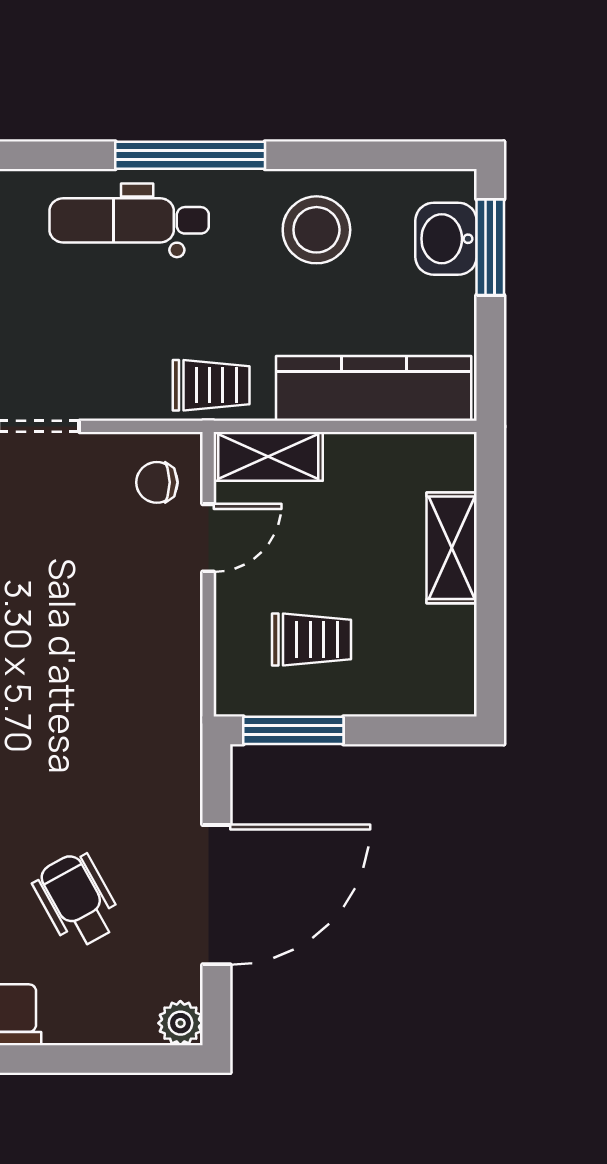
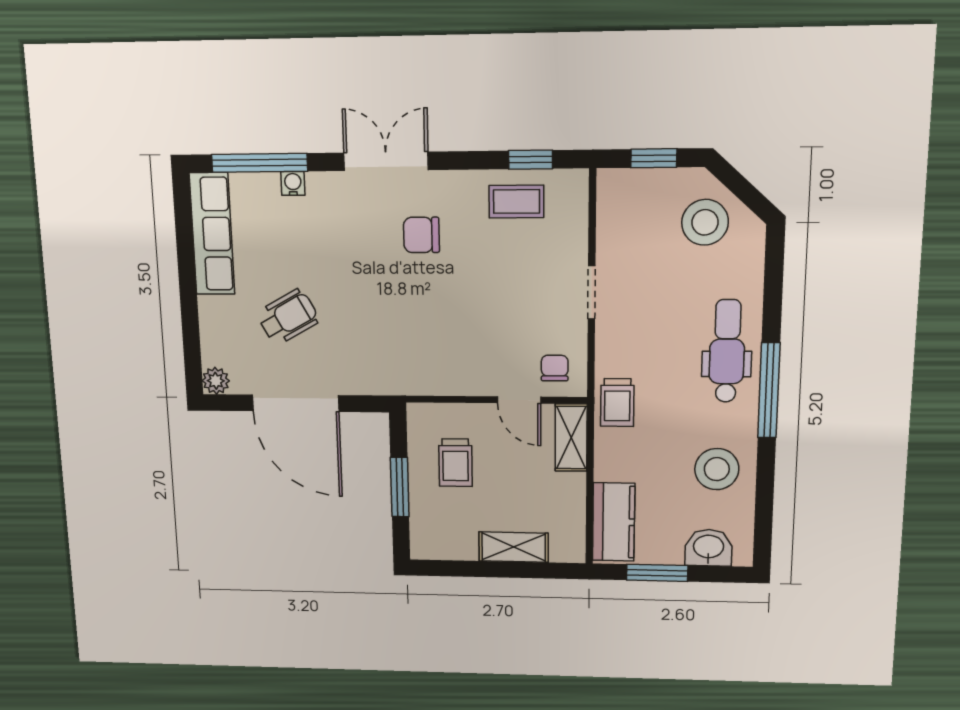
window: (490, 247) -> (657, 573), moved
kitchen counter: (374, 388) -> (614, 522), width x0.67
window: (293, 730) -> (400, 487), moved

